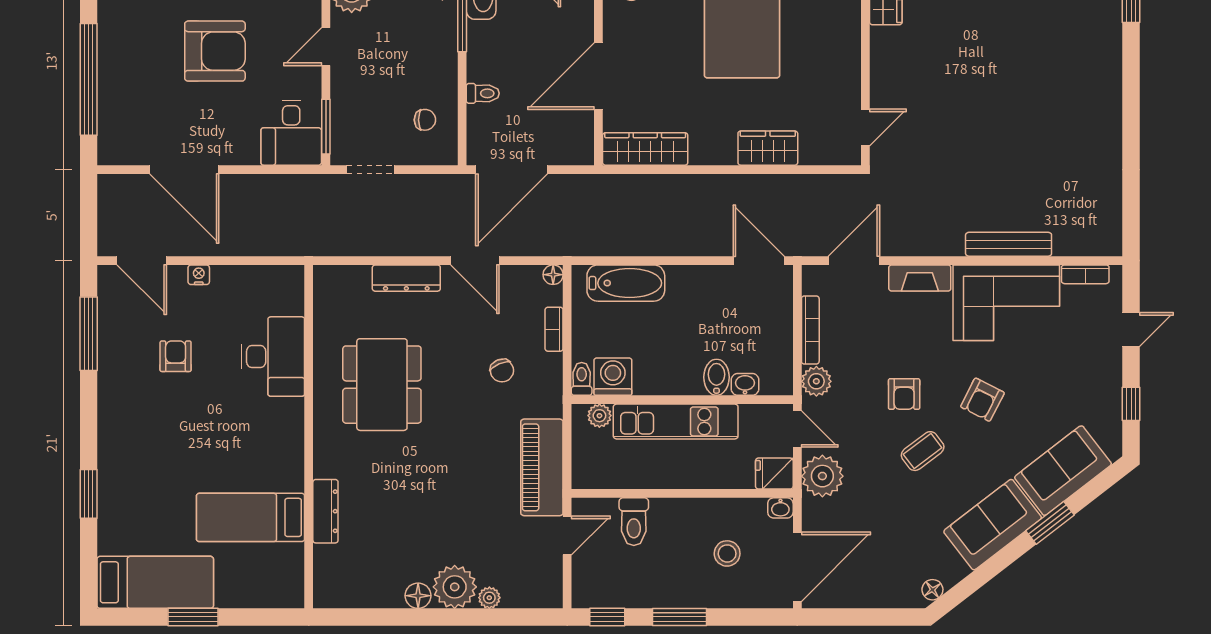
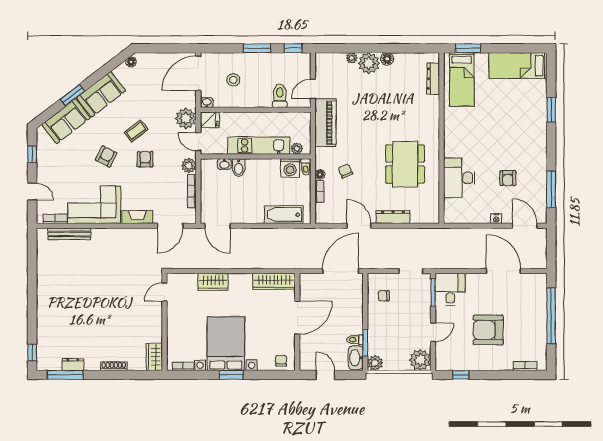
toilet: (483, 93) -> (355, 340), moved
bench: (1009, 244) -> (69, 234), moved
floor lamp: (553, 275) -> (320, 174), moved
door: (1131, 329) -> (32, 191), swing flipped
dresser: (325, 511) -> (433, 79), moved
bed: (251, 517) -> (462, 79), moved, turned 90
window: (193, 617) -> (468, 48), moved

